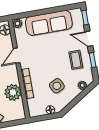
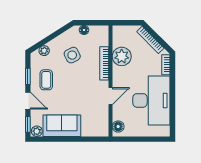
plant: (17, 23) -> (37, 131), moved
sofa: (49, 23) -> (62, 126), width x0.73

